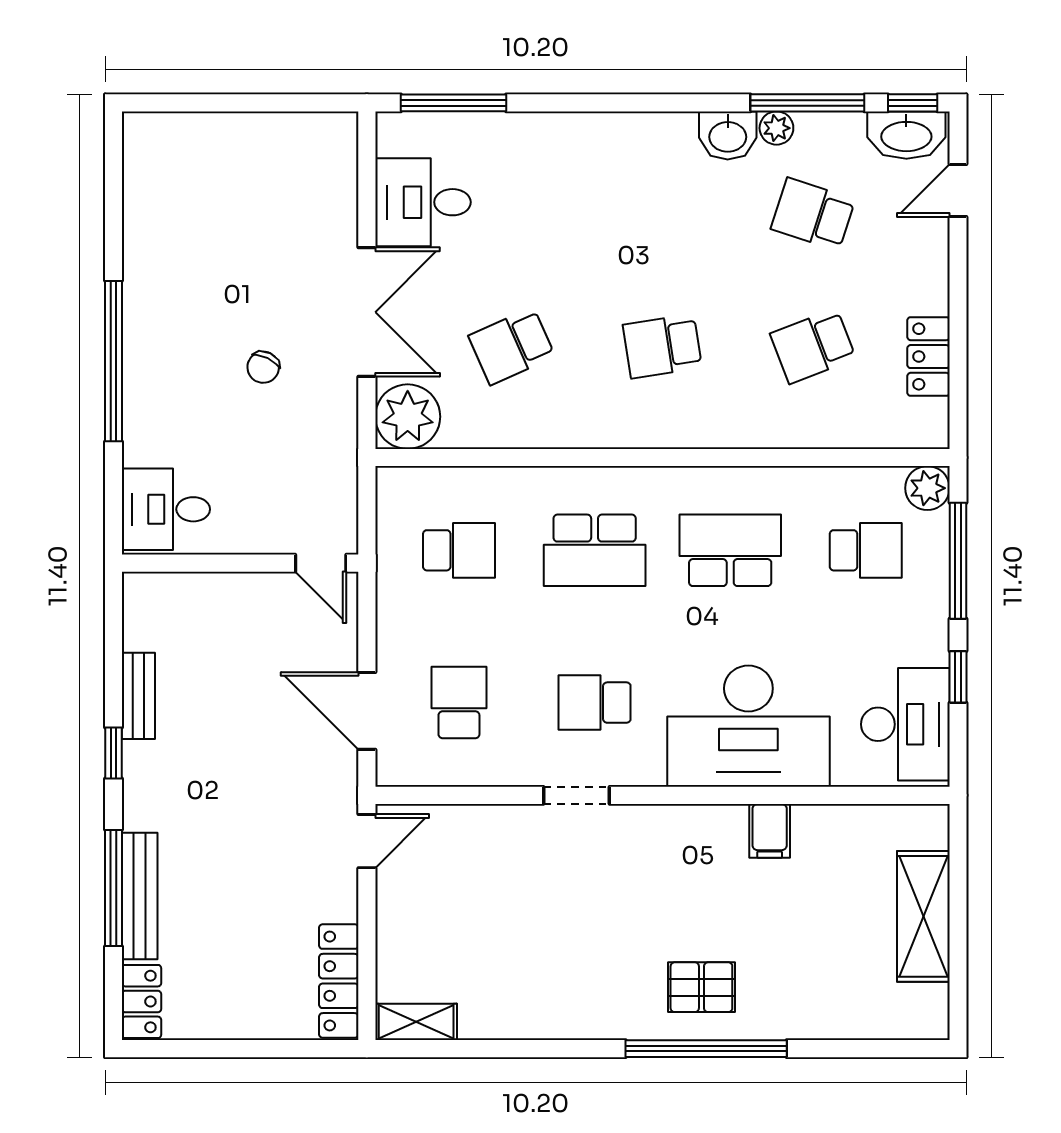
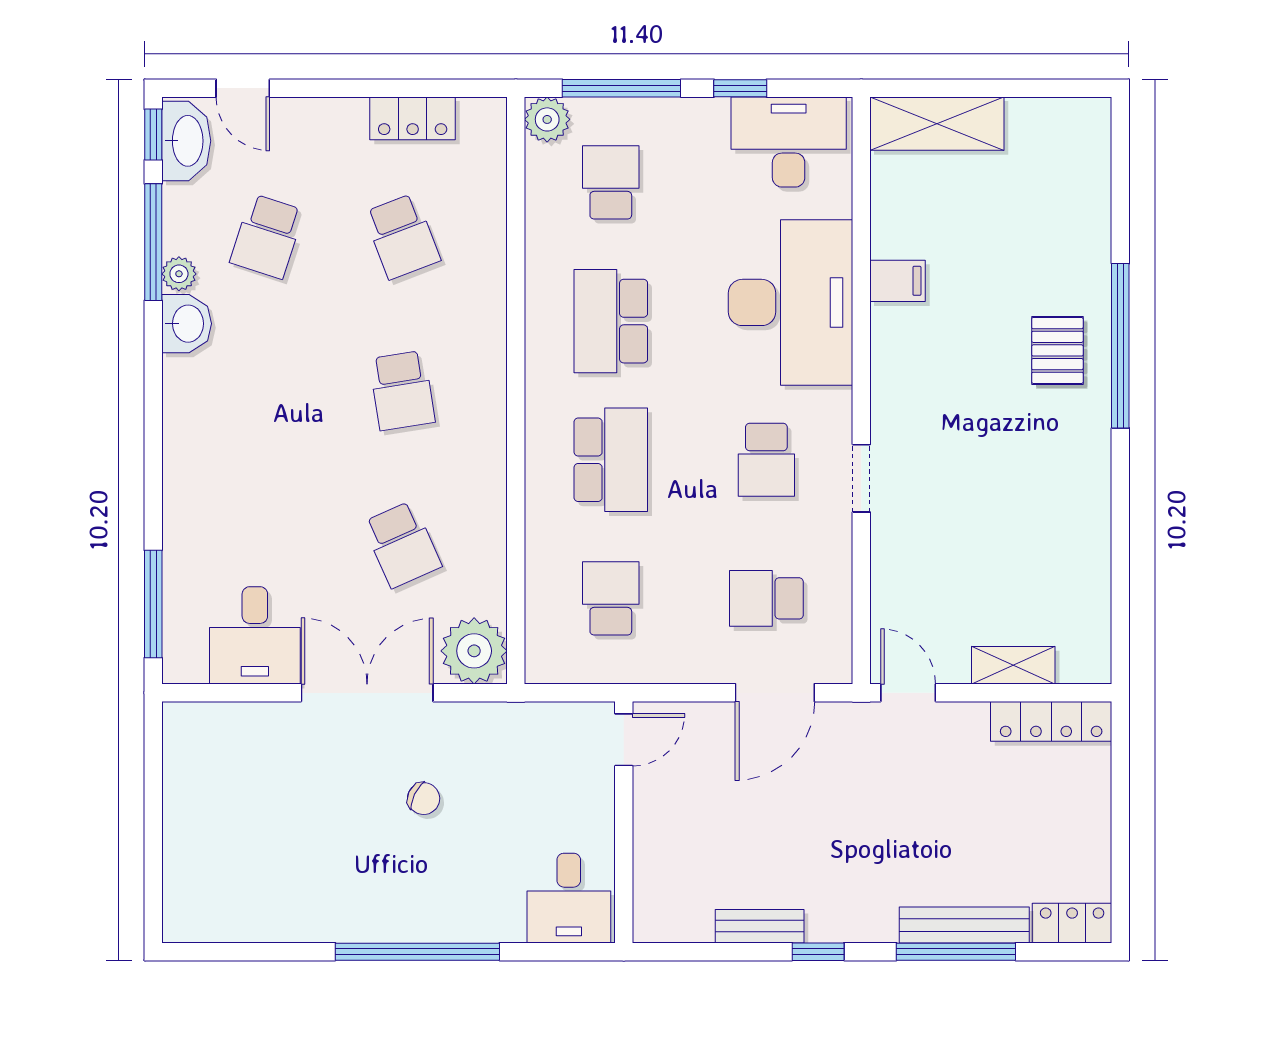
shelving: (923, 916) -> (937, 124), moved
shelving: (416, 1022) -> (1013, 665), moved, turned 90

